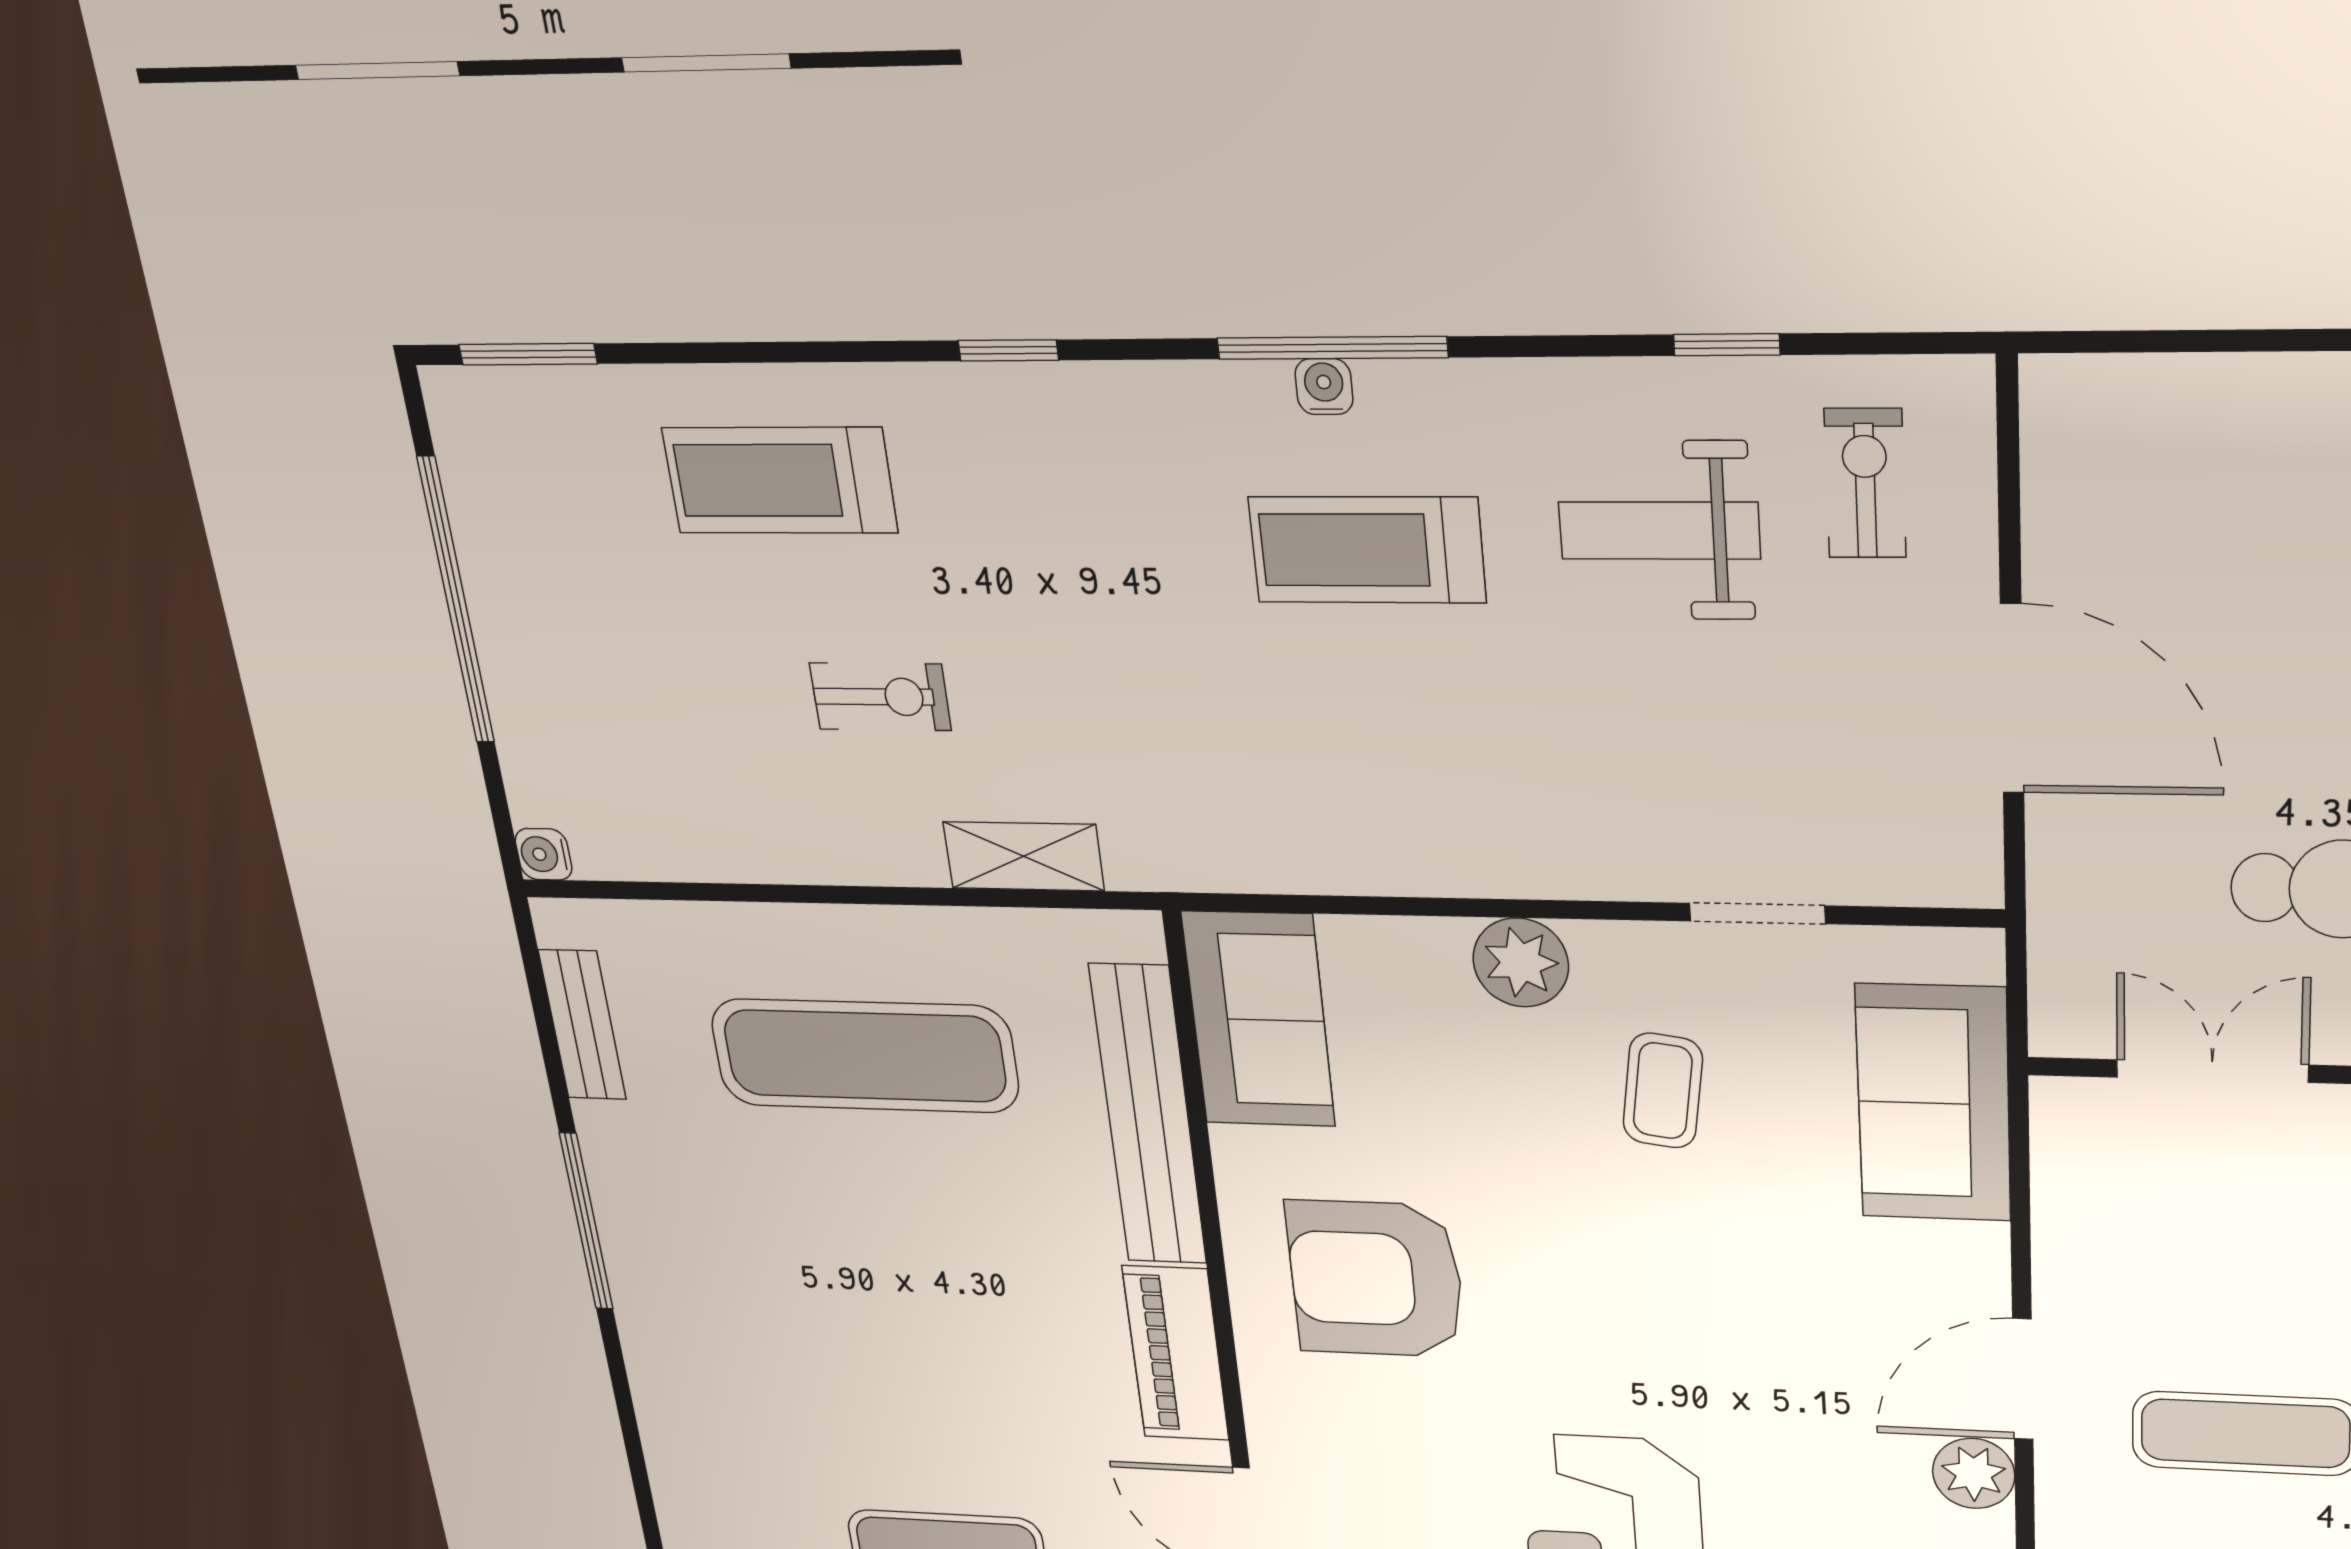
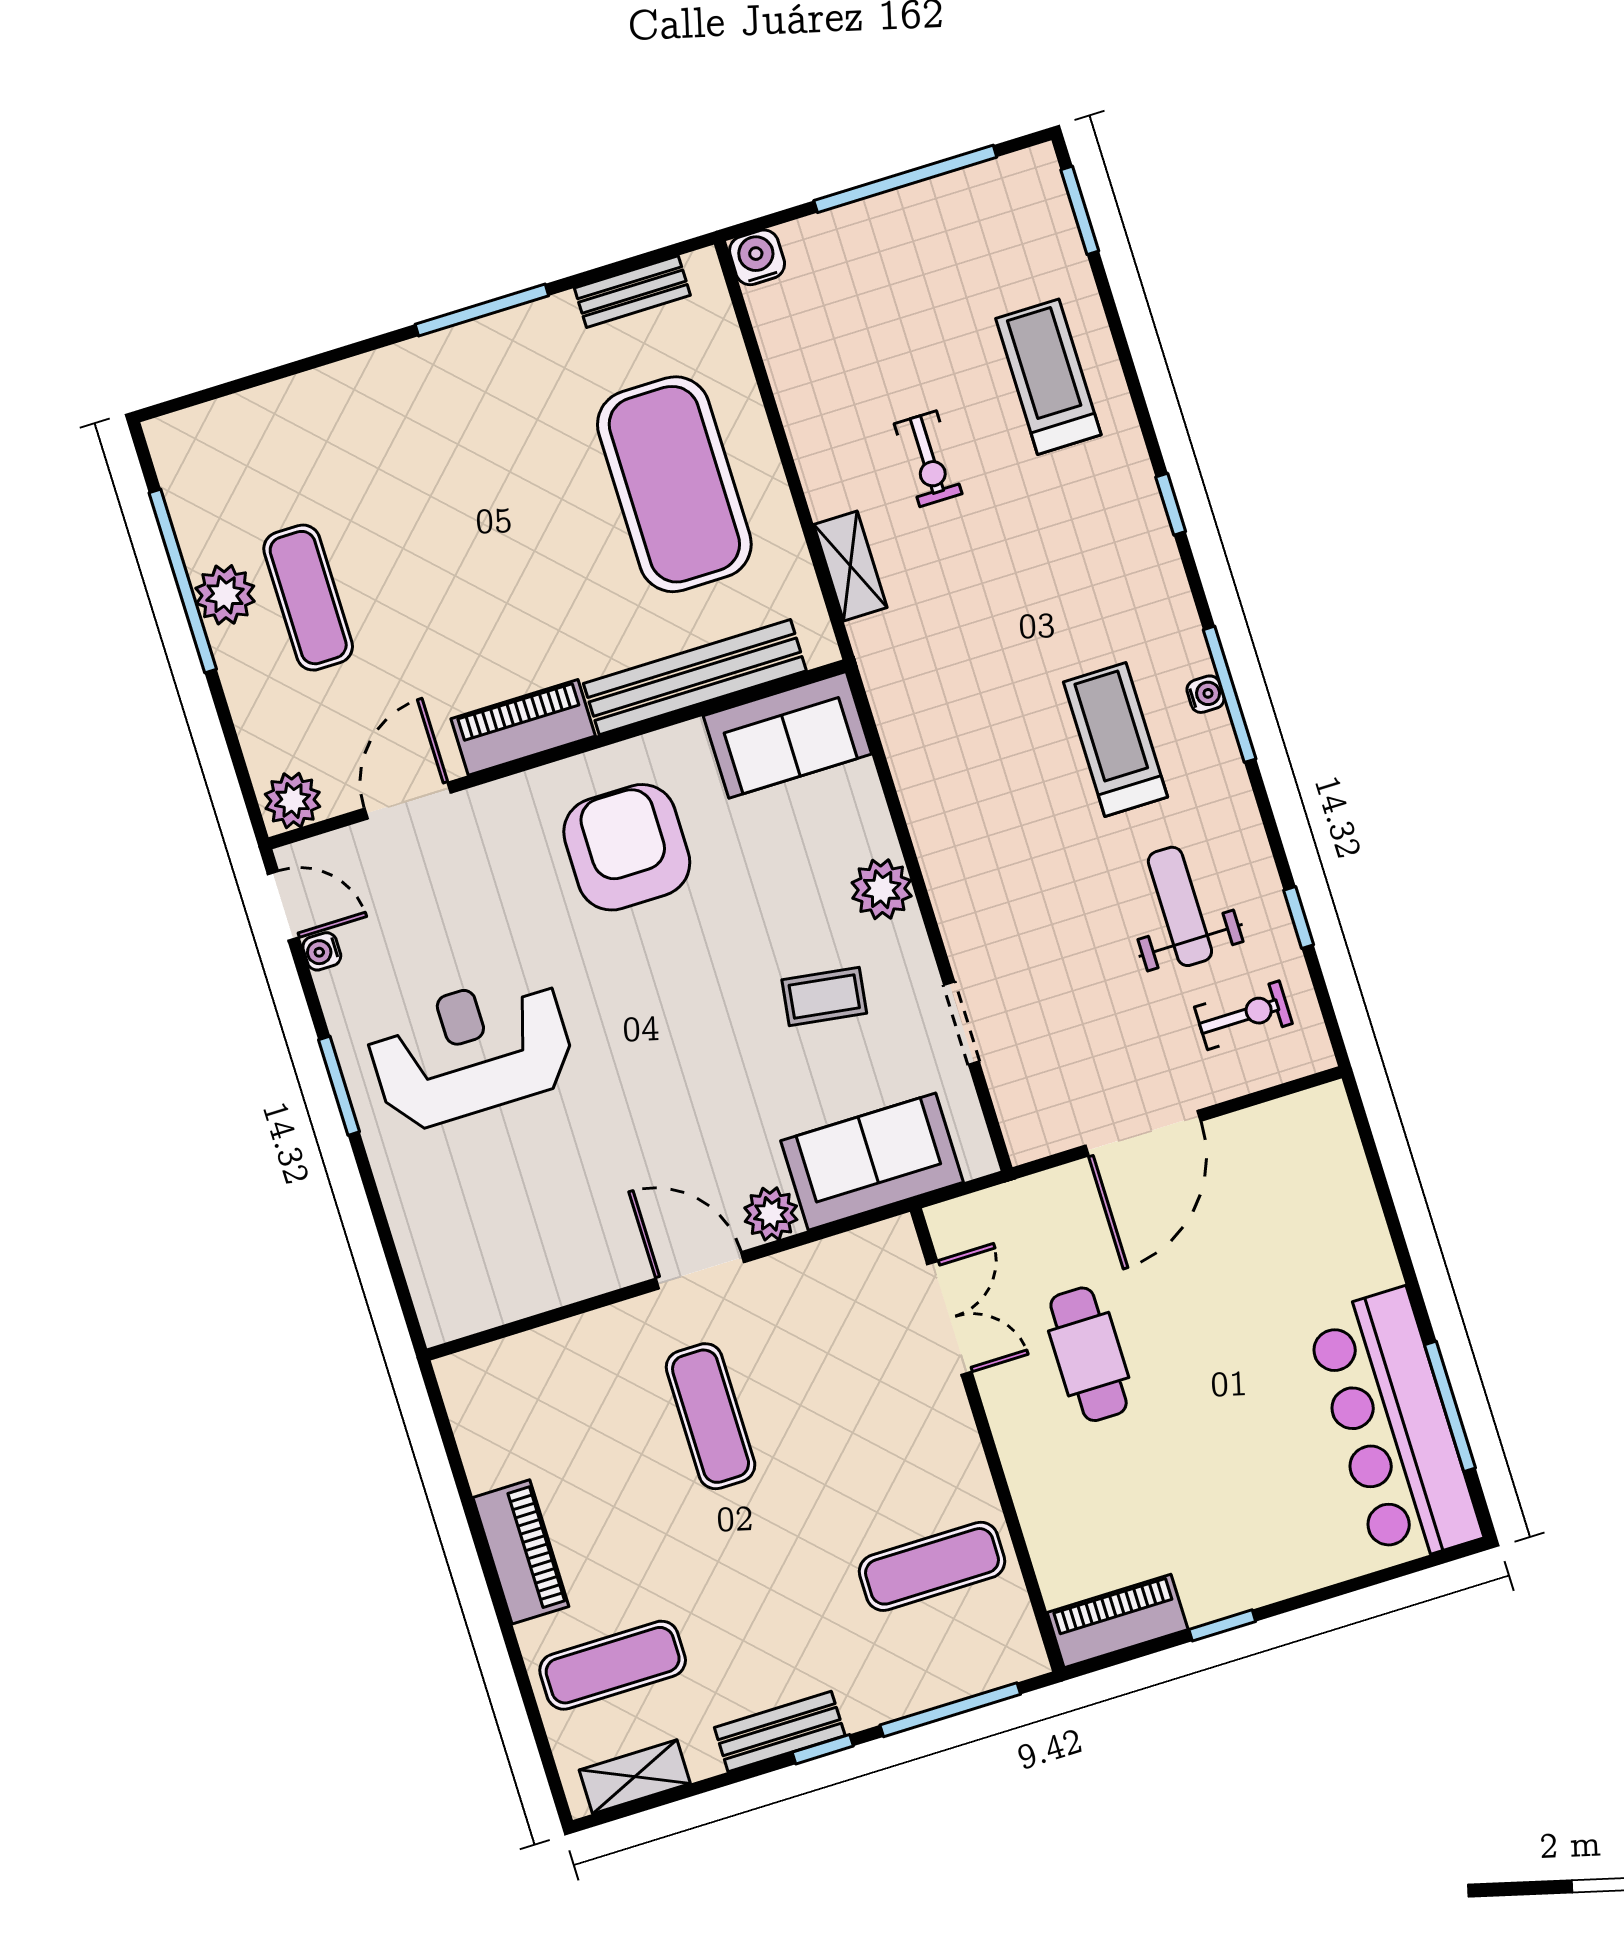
water cooler: (544, 854) -> (757, 257), width x1.38, depth x1.38
exercise mat: (865, 1056) -> (674, 484), width x1.47
plant: (1974, 1473) -> (771, 1214), moved

